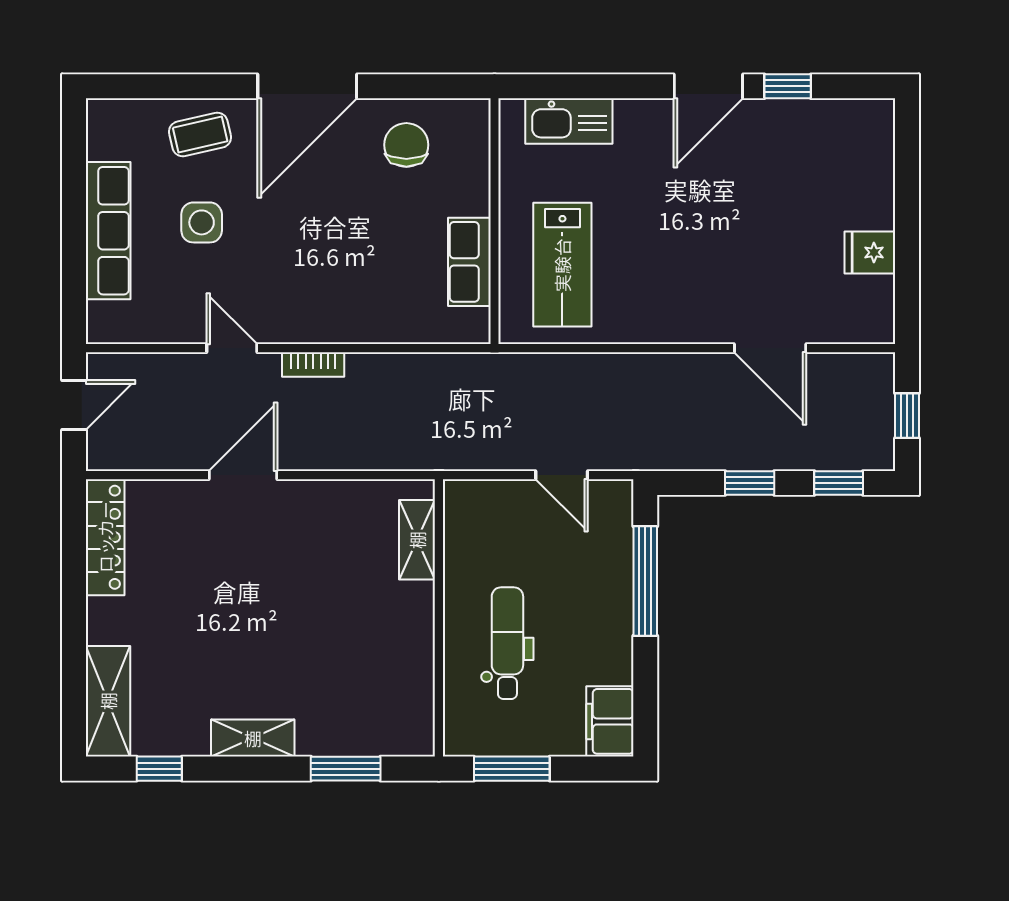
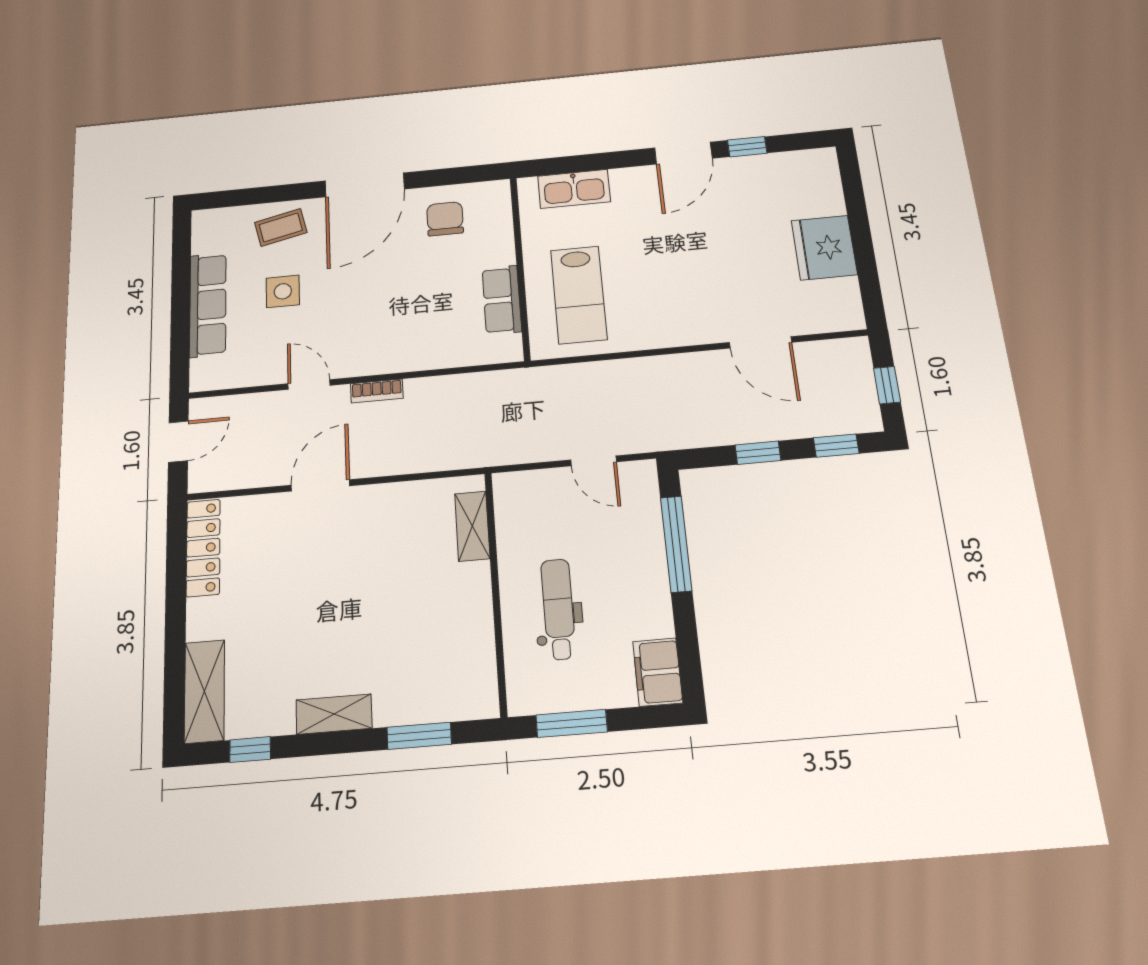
fridge: (870, 252) -> (824, 248), width x1.88, depth x1.34

